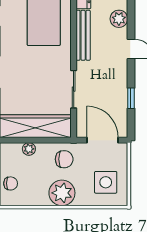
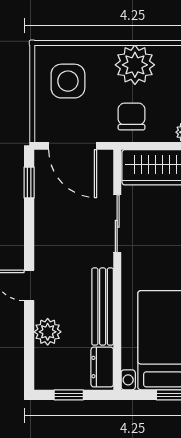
window: (131, 98) -> (29, 183), moved
chair: (64, 159) -> (132, 116), turned 90

